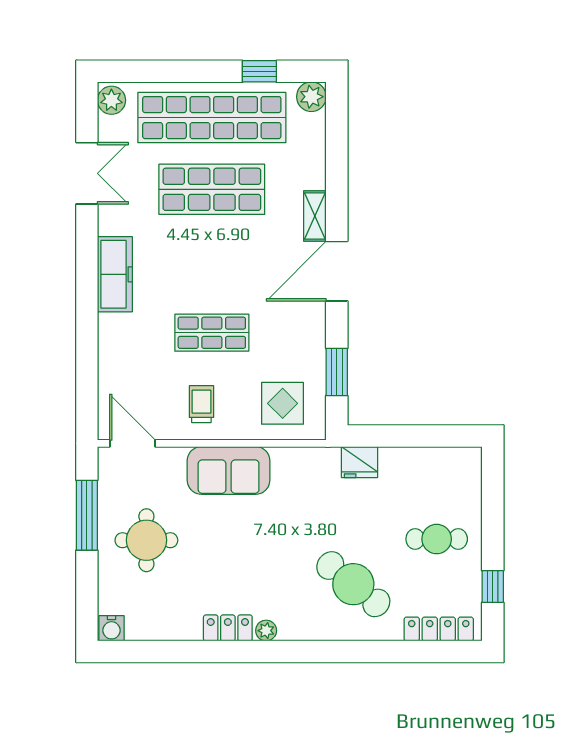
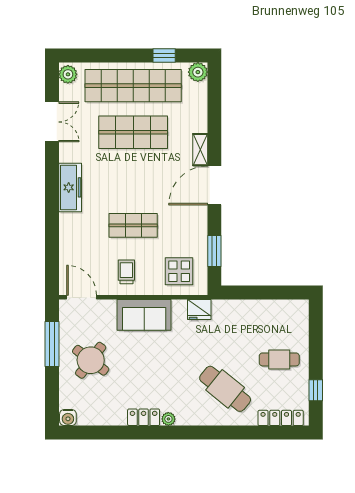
fridge: (360, 462) -> (199, 309), moved
round table: (146, 540) -> (91, 360), turned 37

